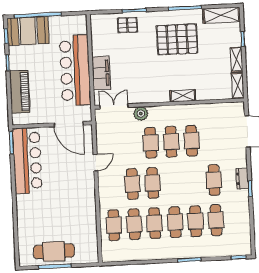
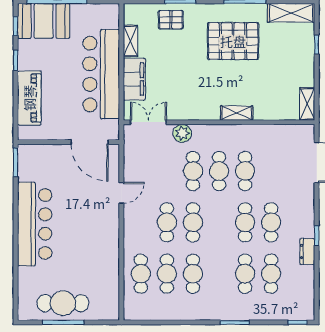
shelving: (237, 60) -> (130, 41), moved
bar counter: (27, 161) -> (35, 224), moved
dresser: (242, 179) -> (307, 251), moved
cafe table: (175, 222) -> (245, 222), moved

